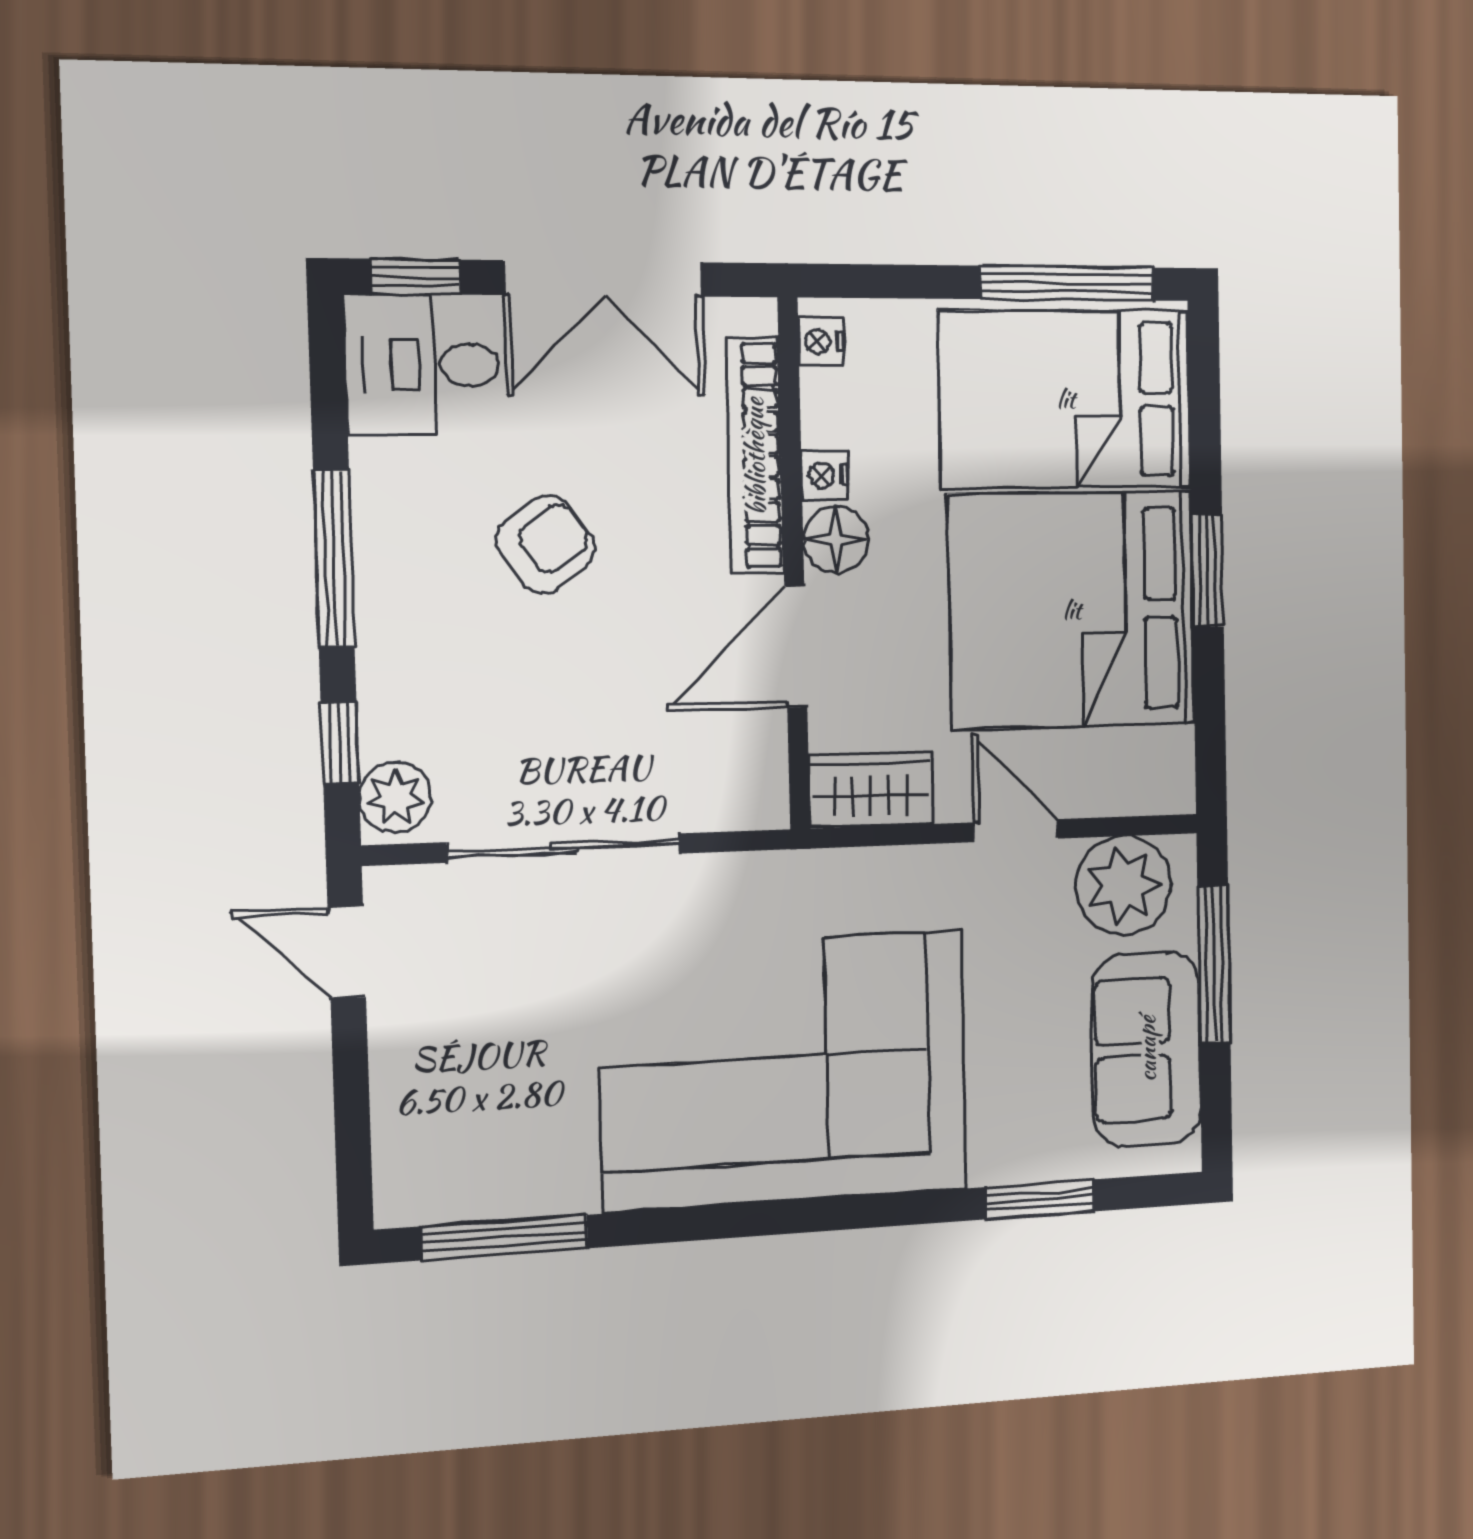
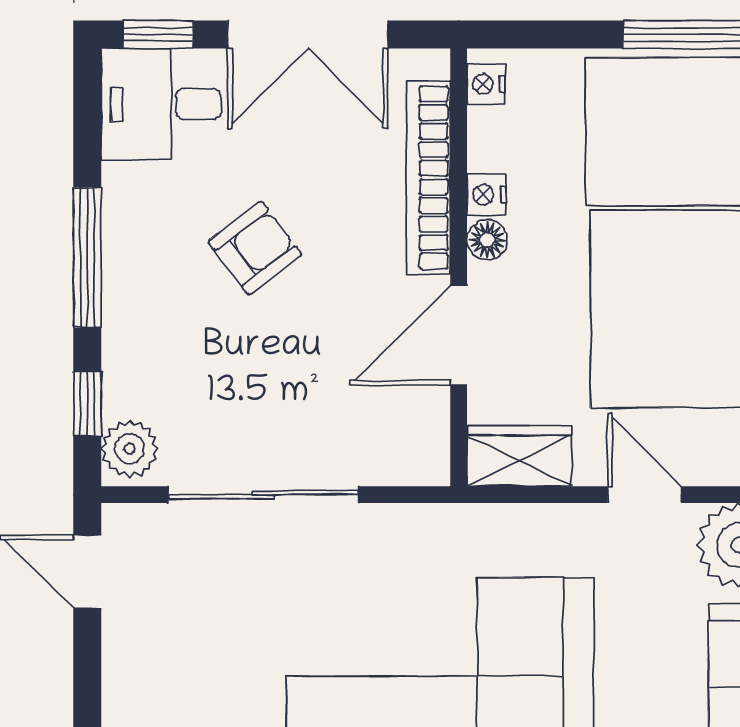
floor lamp: (836, 540) -> (487, 240), width x0.73, depth x0.73

